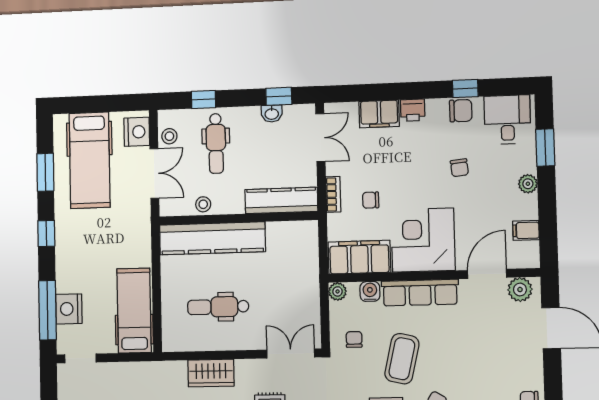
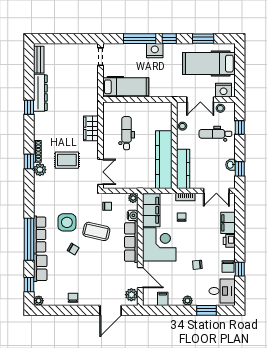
kitchen counter: (212, 238) -> (164, 160), moved
nightstand: (69, 309) -> (155, 51), moved
window: (48, 310) -> (140, 39), moved

